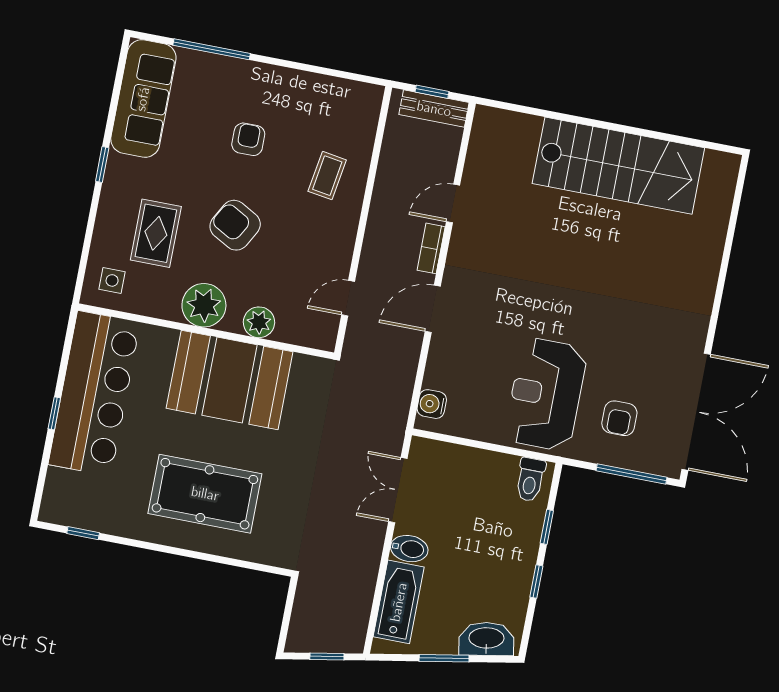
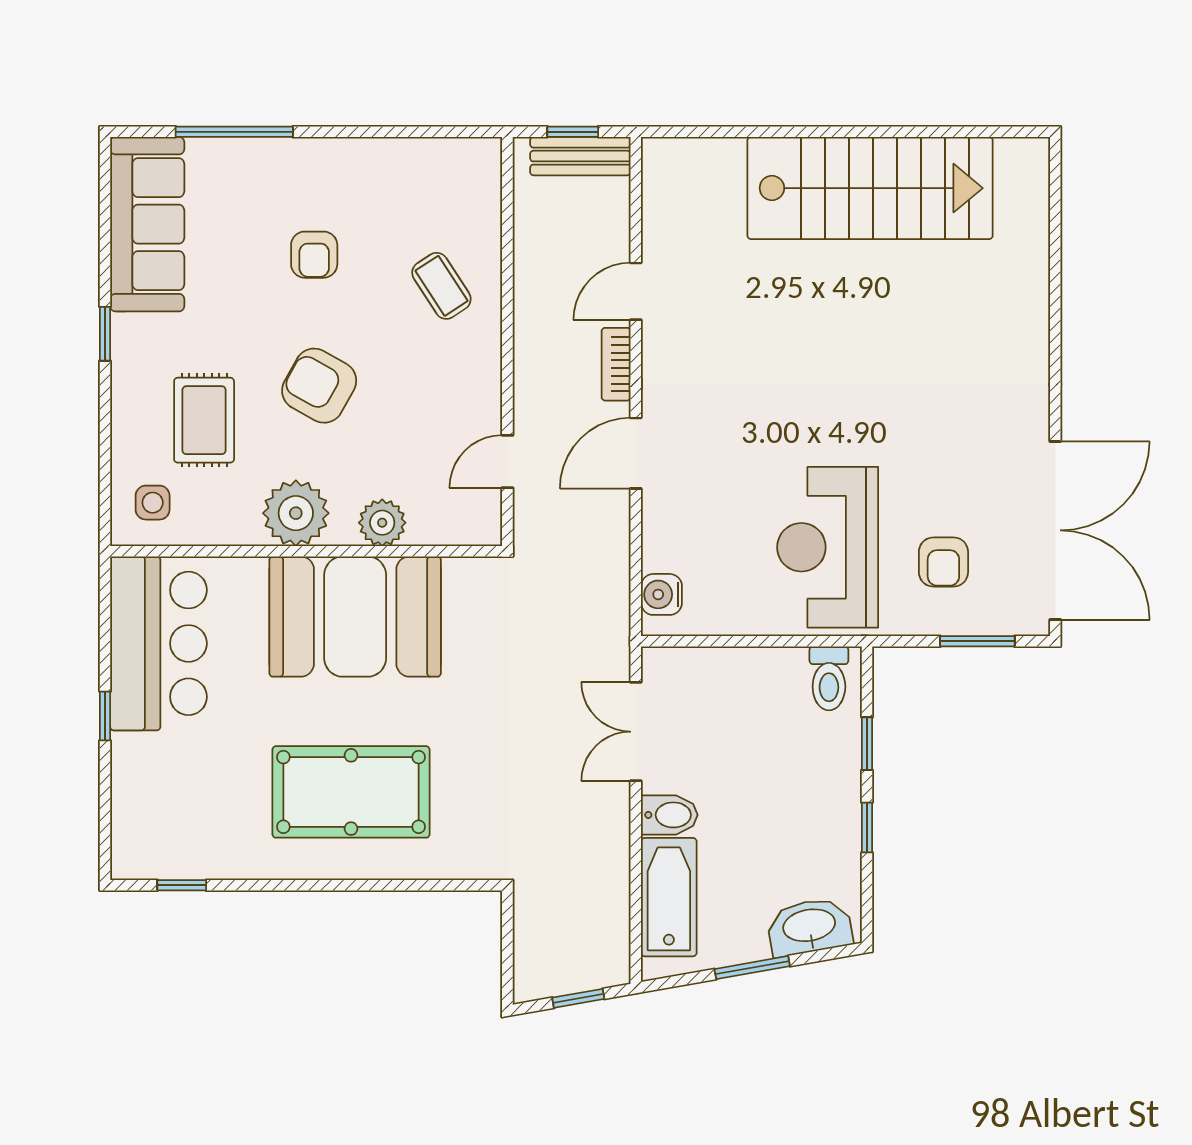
armchair: (248, 139) -> (314, 255), turned 180
coffee table: (327, 176) -> (441, 286), turned -42
bar counter: (94, 393) -> (158, 643), width x0.73
window: (632, 474) -> (977, 641), width x0.69

